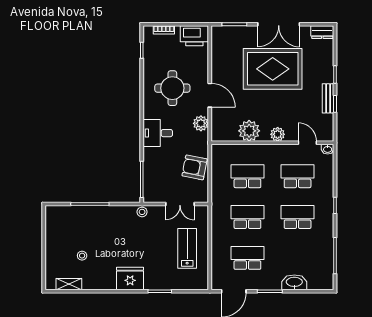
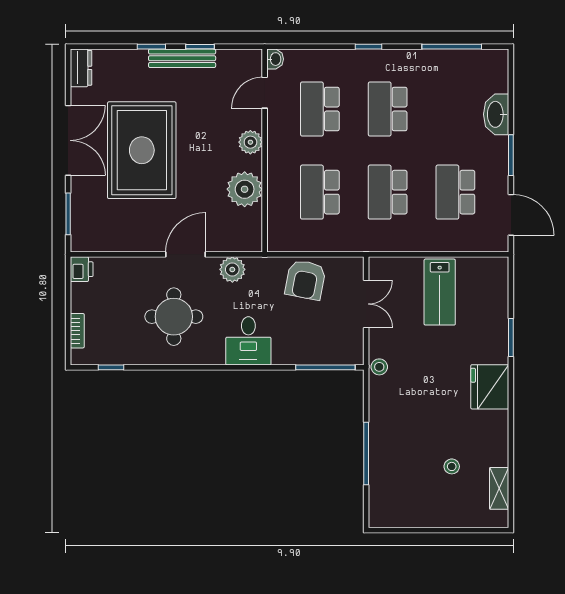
printer: (194, 36) -> (82, 269), width x0.53, depth x0.68
bench: (328, 98) -> (182, 58), width x1.36
lab bench: (187, 248) -> (440, 292), turned -90

